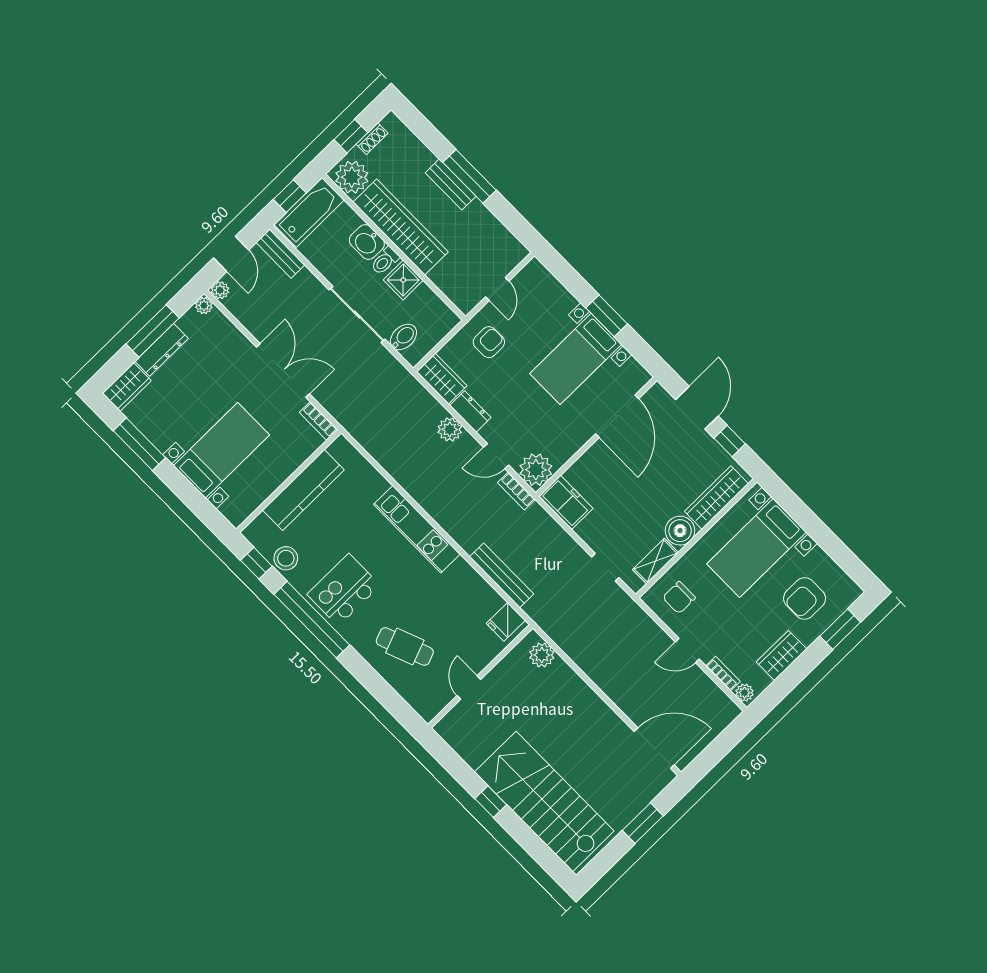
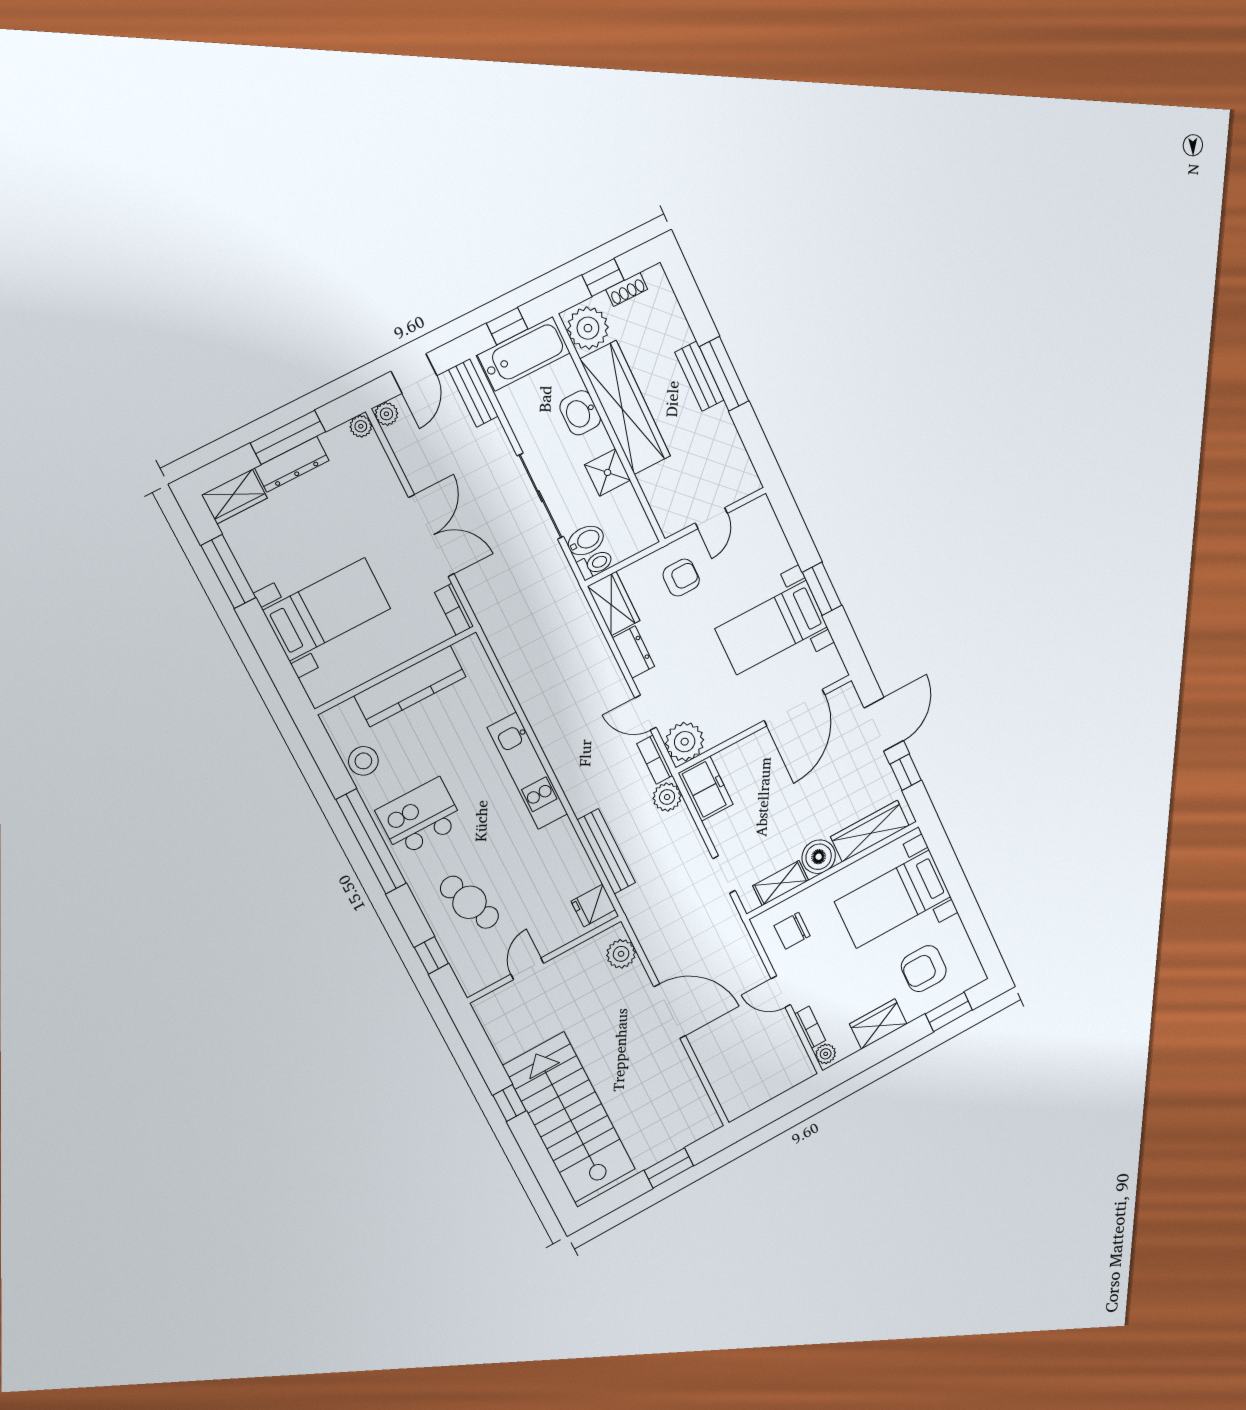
toilet: (385, 261) -> (595, 564), moved, turned 180
plant: (450, 429) -> (667, 797), moved
window: (256, 563) -> (431, 955), moved
door: (654, 748) -> (670, 1011), moved

